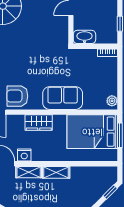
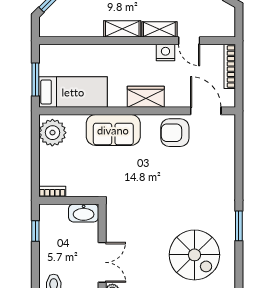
armchair: (17, 96) -> (175, 133), turned 180
plant: (112, 101) -> (52, 133), width x1.88, depth x1.88
bed: (92, 132) -> (73, 92), width x0.67

